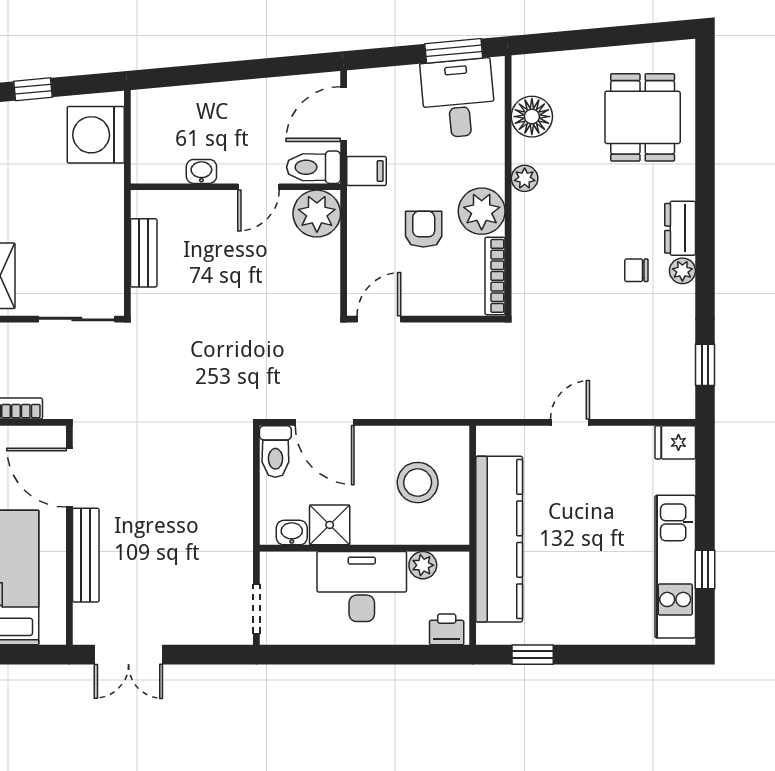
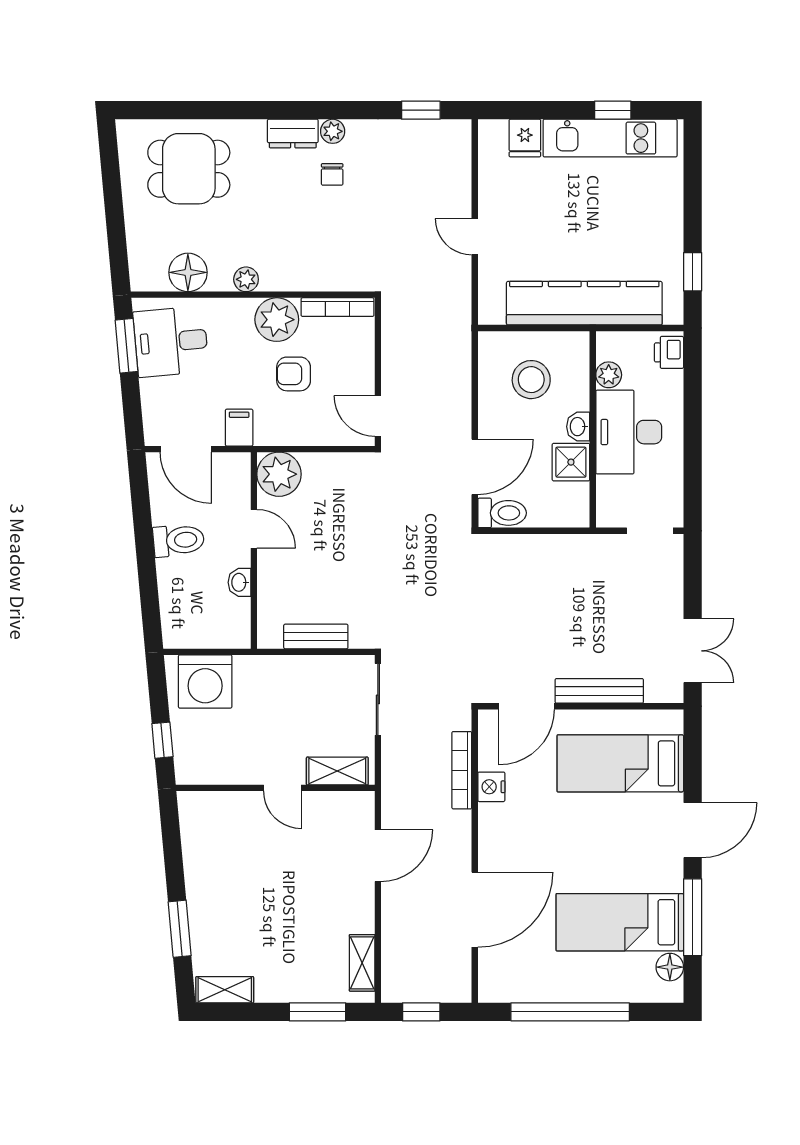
toilet: (314, 167) -> (179, 540), moved, turned -95
fridge: (675, 442) -> (525, 138), moved
washbasin: (292, 533) -> (578, 427), moved

